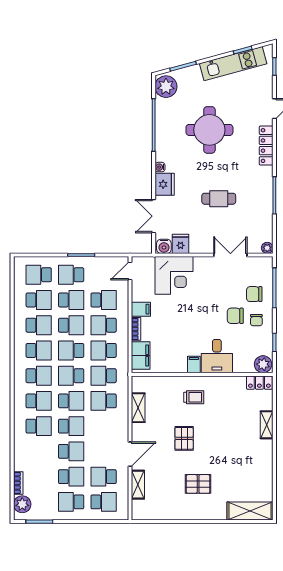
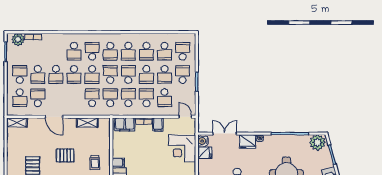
school desk: (39, 401) -> (92, 51), turned 180
shelving: (138, 485) -> (17, 122), moved

